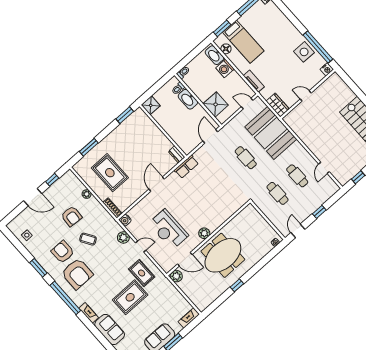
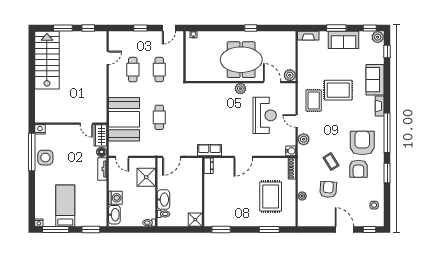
bed: (243, 42) -> (65, 206), moved
floor lamp: (226, 49) -> (102, 152), moved
door: (306, 96) -> (86, 124), moved
window: (52, 180) -> (369, 230), moved

